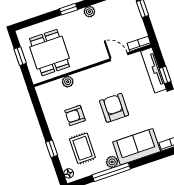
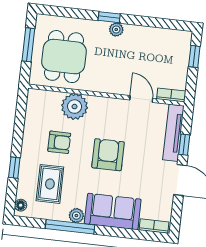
plant: (89, 12) -> (116, 29), moved
window: (20, 56) -> (28, 45), width x1.50
plant: (68, 82) -> (75, 107), width x1.88, depth x1.88
armchair: (75, 115) -> (59, 142), turned 180

